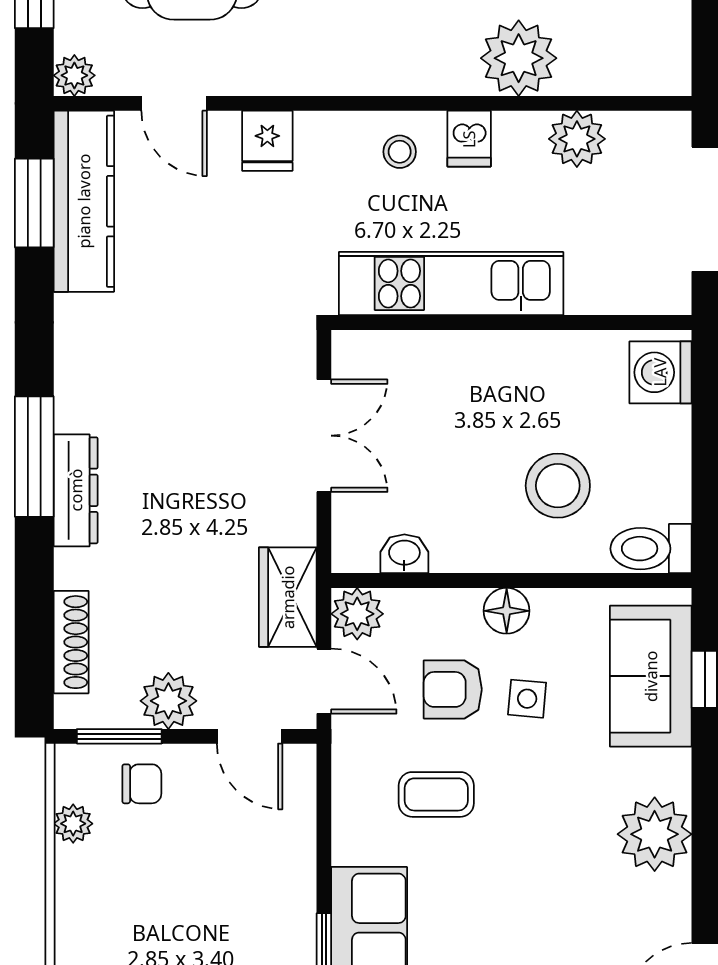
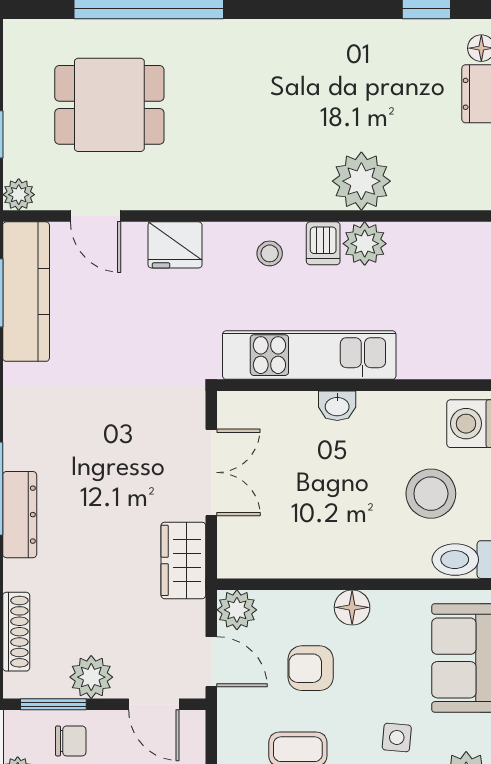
plant: (577, 139) -> (365, 244), moved
fridge: (267, 141) -> (175, 245), width x1.38
stool: (558, 486) -> (431, 494), moved
washbasin: (404, 554) -> (337, 406), moved, turned 180
wardrobe: (288, 597) -> (183, 560), moved
side table: (527, 699) -> (397, 737), moved

